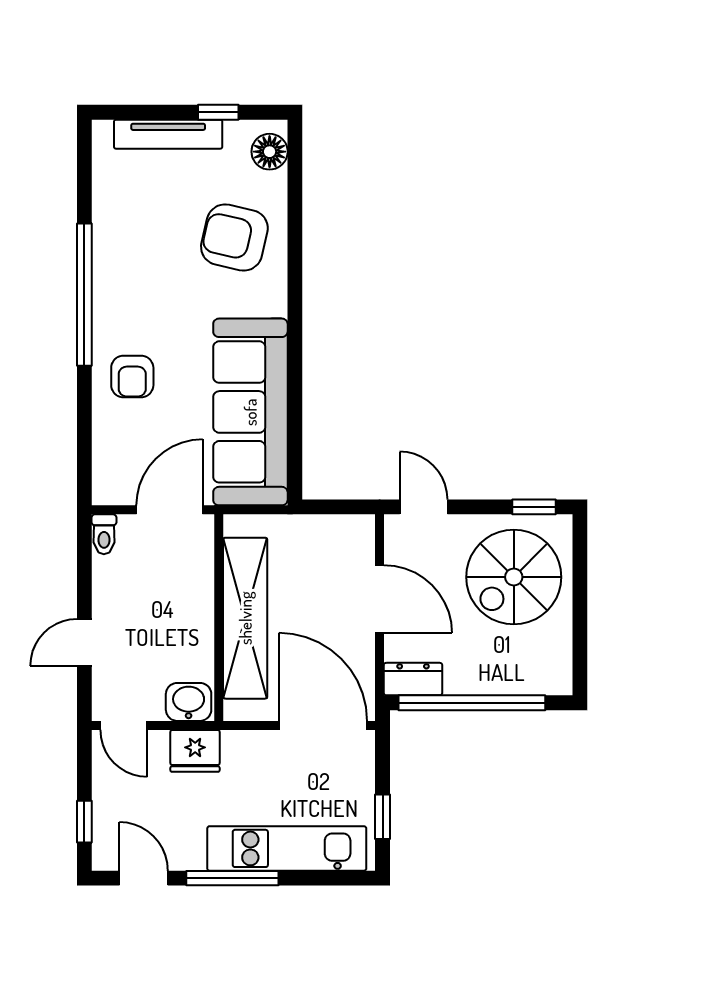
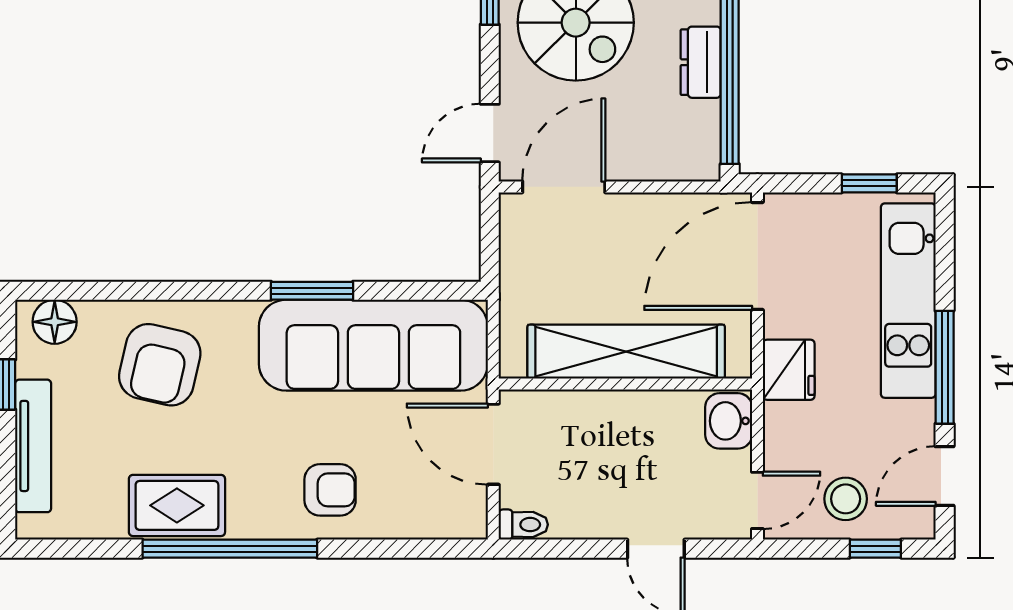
rug: (120, 252) -> (177, 505), added
window: (295, 362) -> (312, 291), added
door: (380, 599) -> (564, 187), moved
dresser: (413, 679) -> (701, 62), moved
fridge: (195, 751) -> (789, 370), moved
stool: (125, 797) -> (846, 499), added

